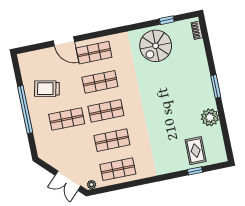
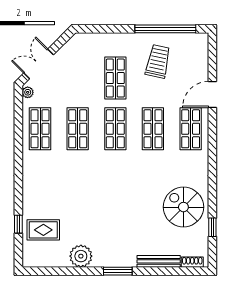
bench: (202, 56) -> (159, 261), added
window: (25, 109) -> (165, 29), moved

